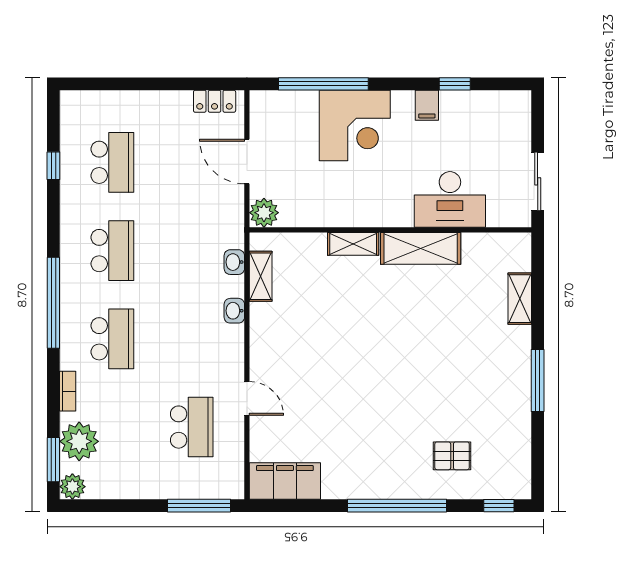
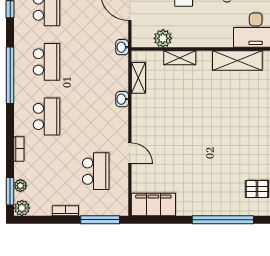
plant: (264, 213) -> (163, 38), moved
shelving: (353, 244) -> (180, 58), moved
washbasin: (234, 262) -> (122, 47), moved
window: (53, 303) -> (10, 75), moved
plant: (79, 441) -> (20, 186), width x0.53, depth x0.53
bookcase: (143, 491) -> (65, 211), added

